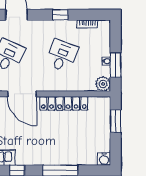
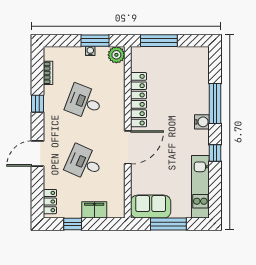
window: (116, 121) -> (159, 41), width x1.44
water cooler: (104, 159) -> (202, 122), moved

